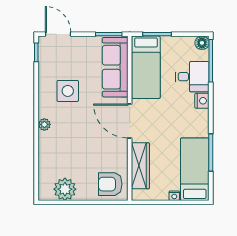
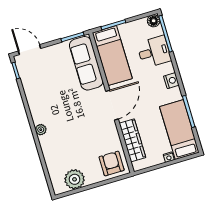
side table: (68, 91) -> (52, 95), removed
nightstand: (202, 101) -> (171, 81), moved
door: (130, 121) -> (112, 105), swing flipped
armchair: (110, 184) -> (112, 163), turned 90

